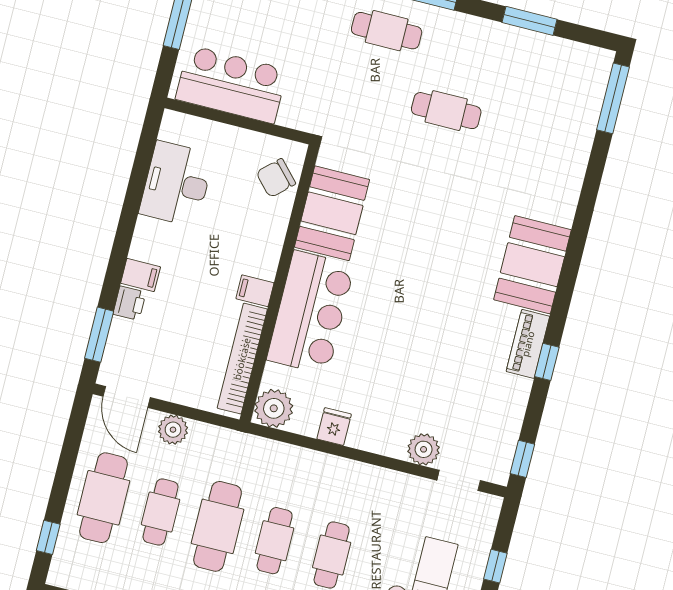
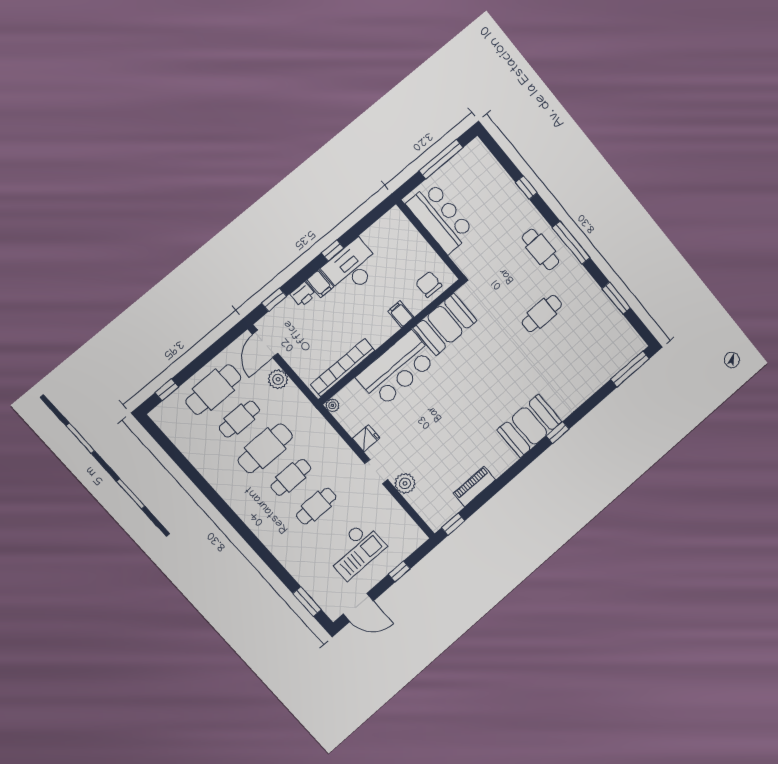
cafe table: (446, 111) -> (542, 314), turned 90
chair: (276, 178) -> (429, 284), turned 43
desk: (176, 184) -> (352, 267), moved
window: (127, 223) -> (333, 250), added
filing cabinet: (255, 291) -> (401, 314), moved
window: (99, 335) -> (274, 300), width x0.67
piano: (528, 344) -> (474, 487), moved
window: (547, 362) -> (558, 432), moved
plant: (274, 408) -> (332, 405), width x0.53, depth x0.53
doorway: (459, 480) -> (376, 472), moved

